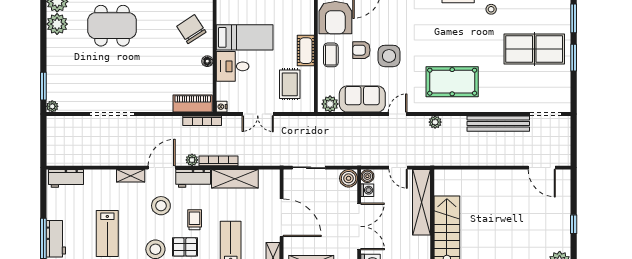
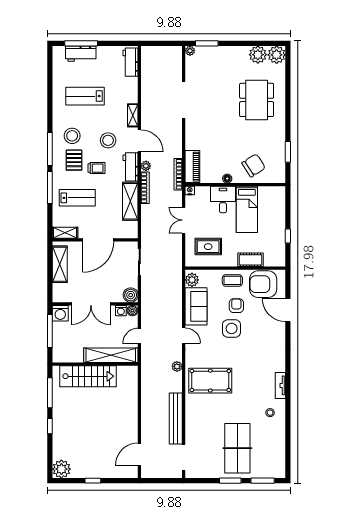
cot: (306, 51) -> (250, 260), moved
pool table: (452, 82) -> (210, 381), turned 90

